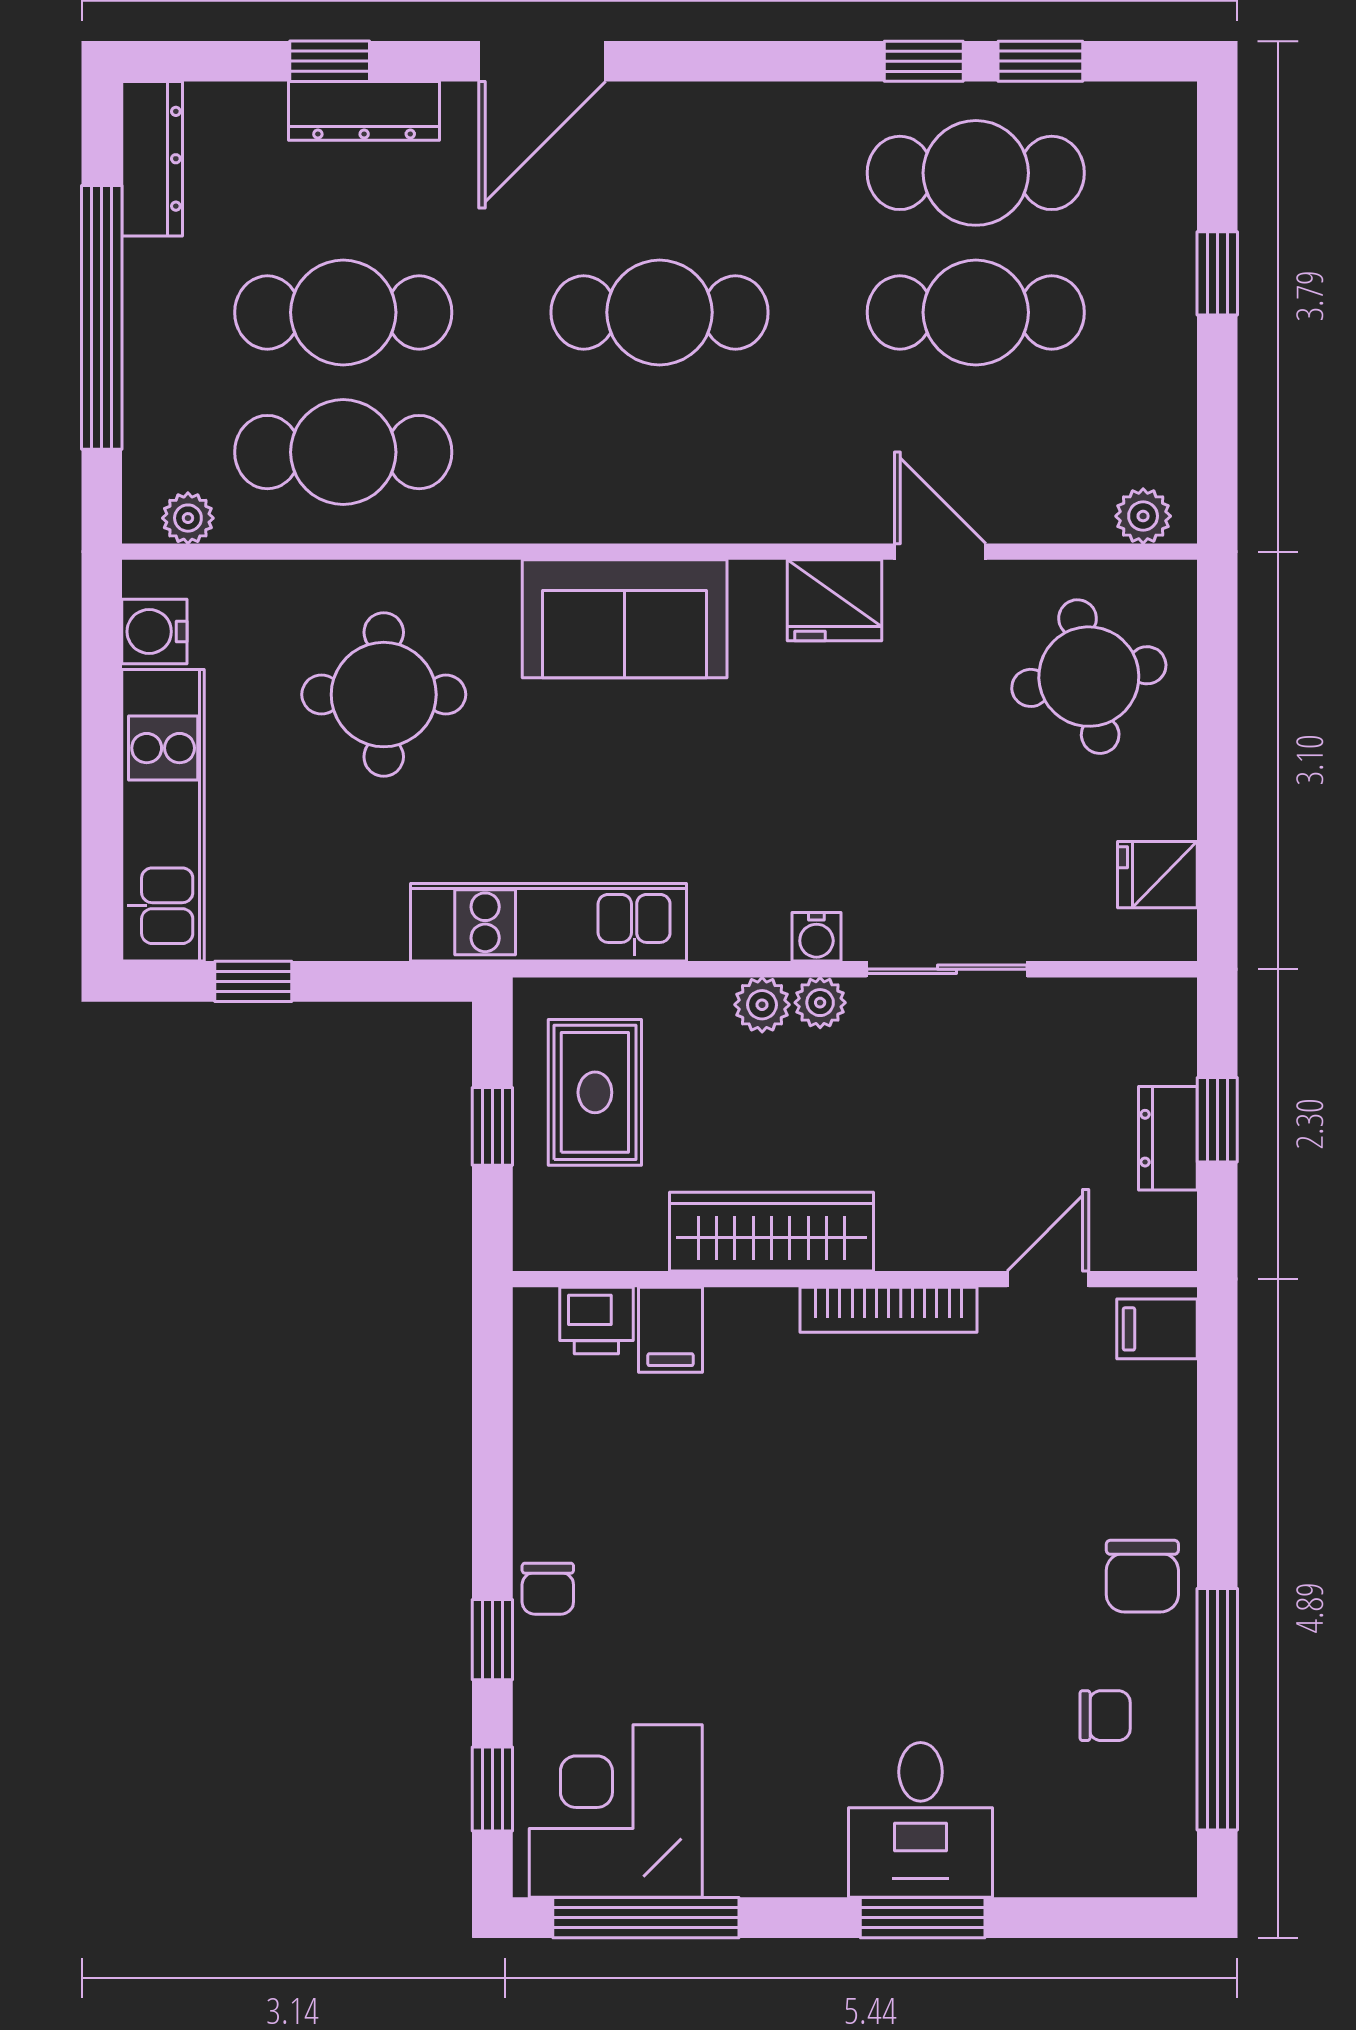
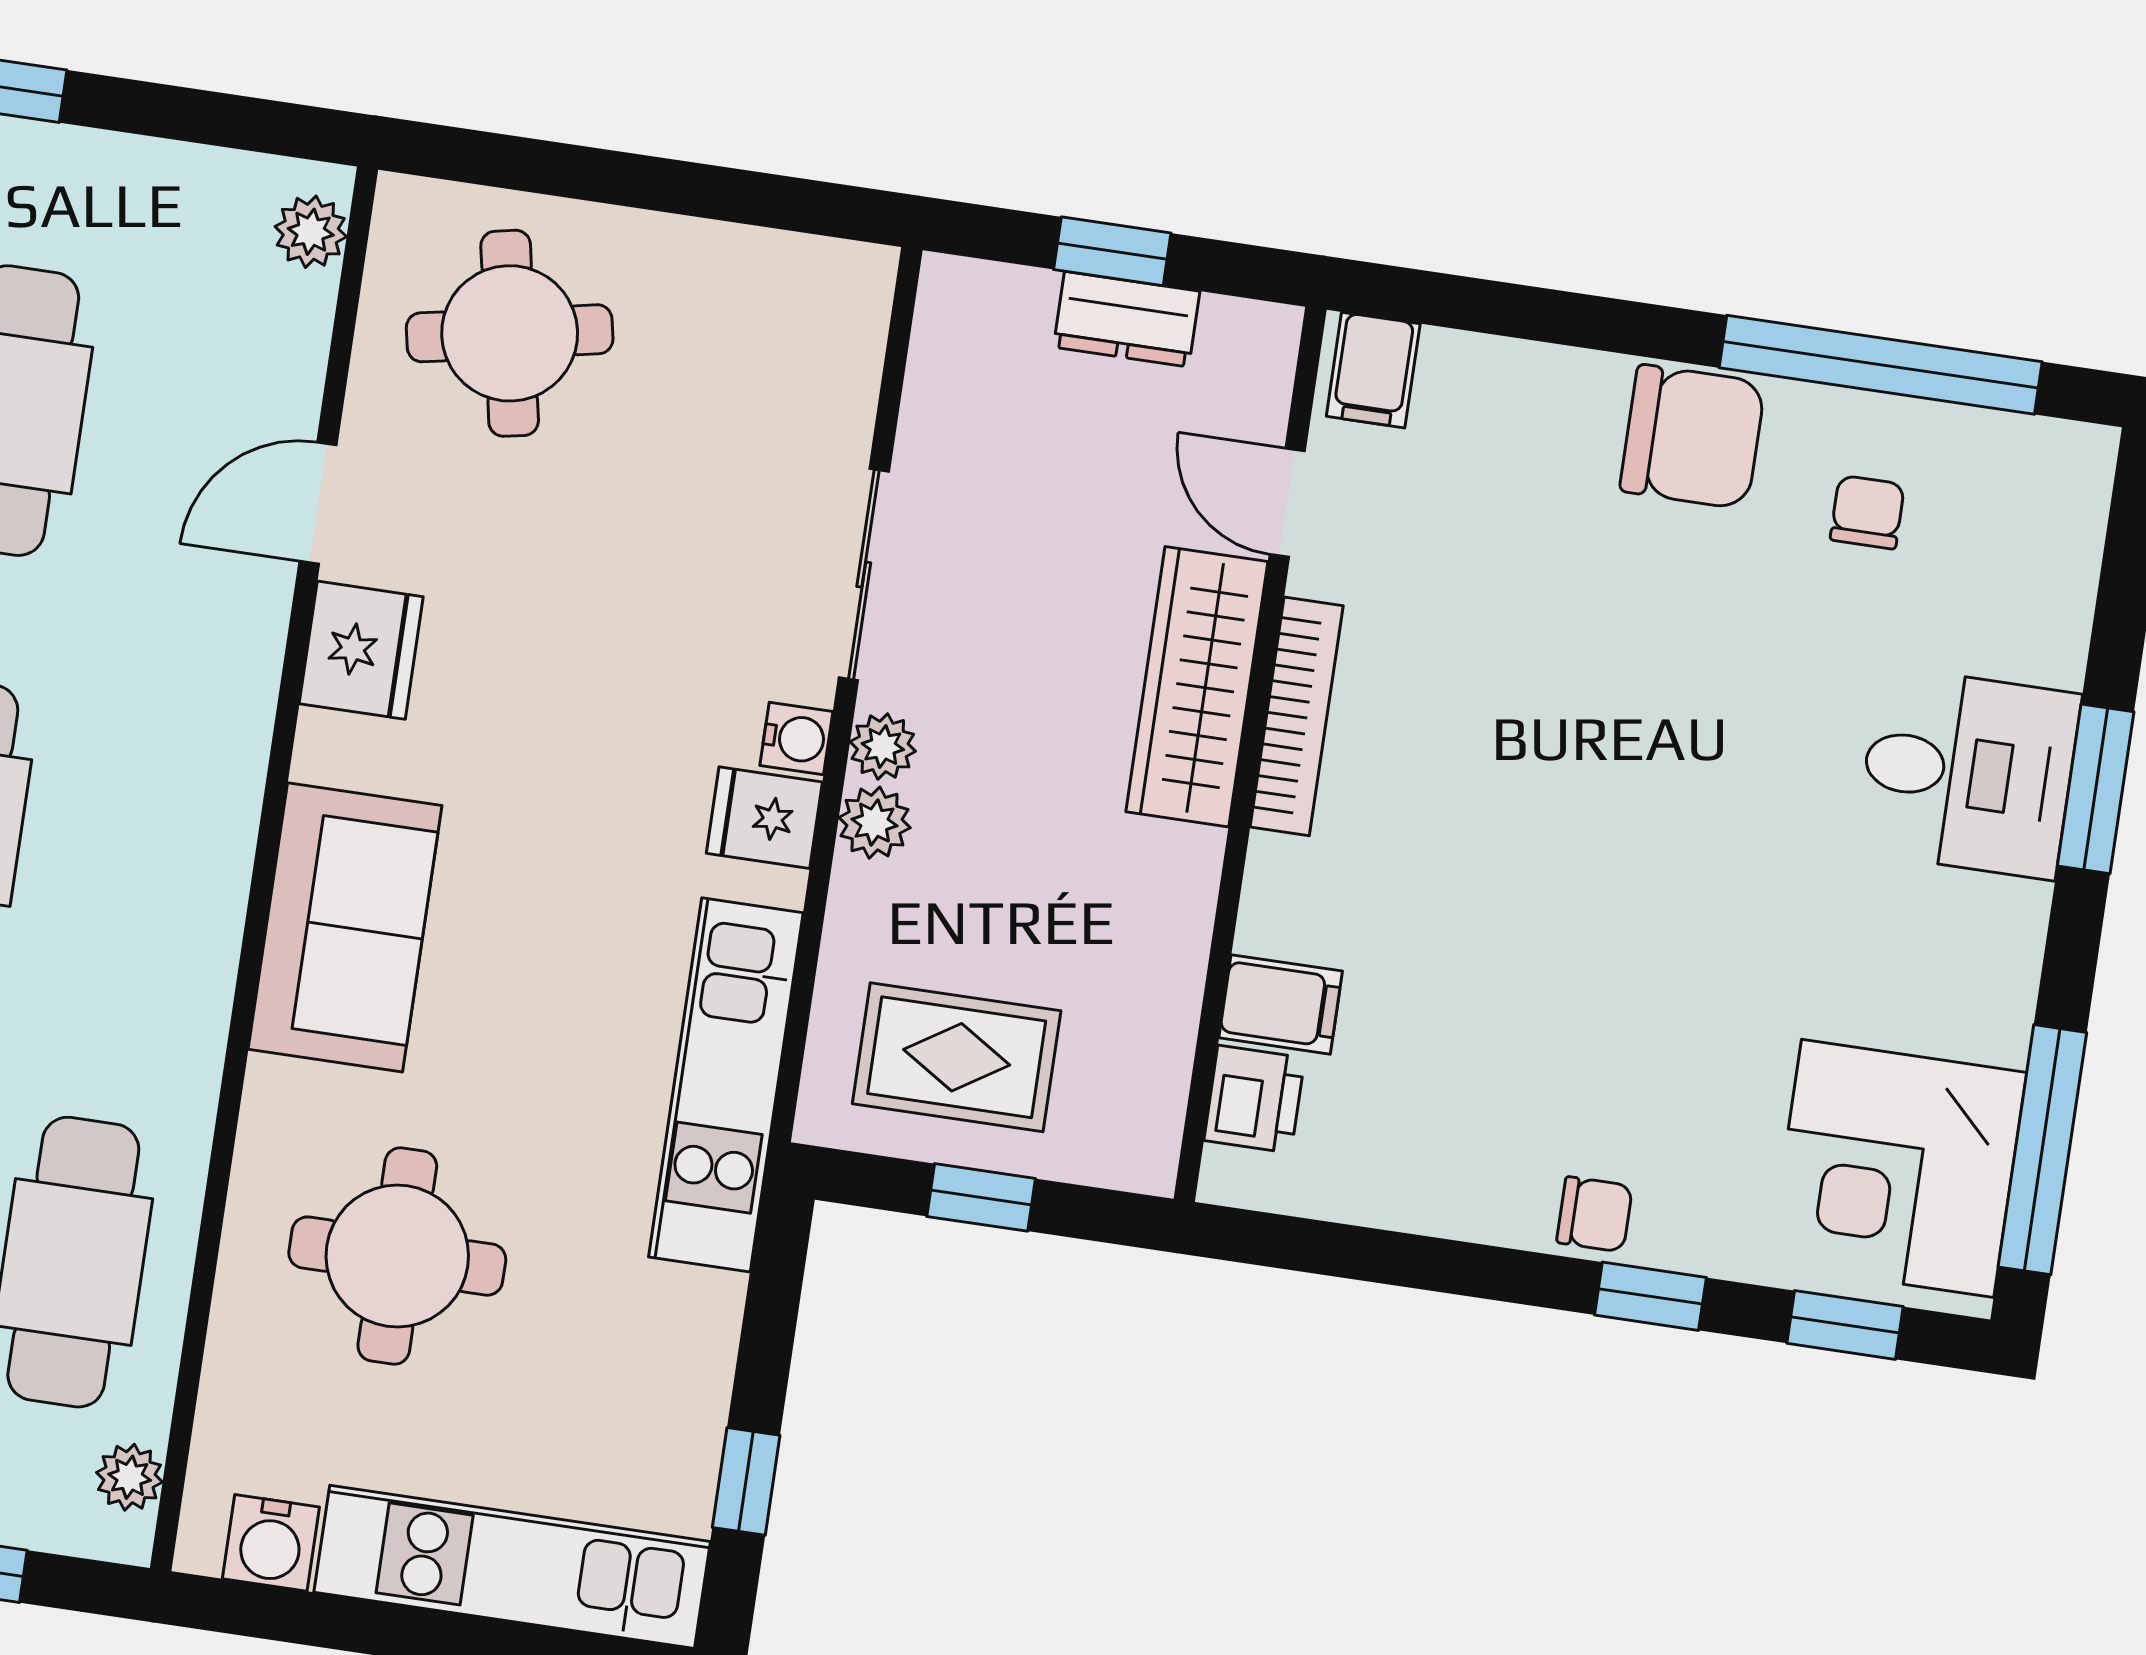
fridge: (1157, 875) -> (764, 818), moved, turned 90
wardrobe: (772, 1232) -> (1197, 687), moved
chair: (1142, 1576) -> (1693, 437), width x1.37, depth x1.37

